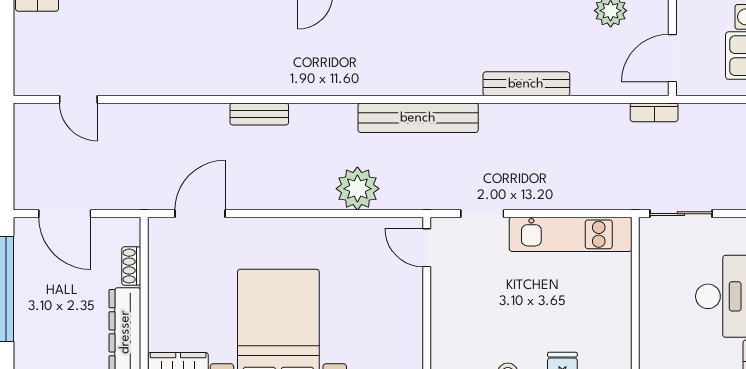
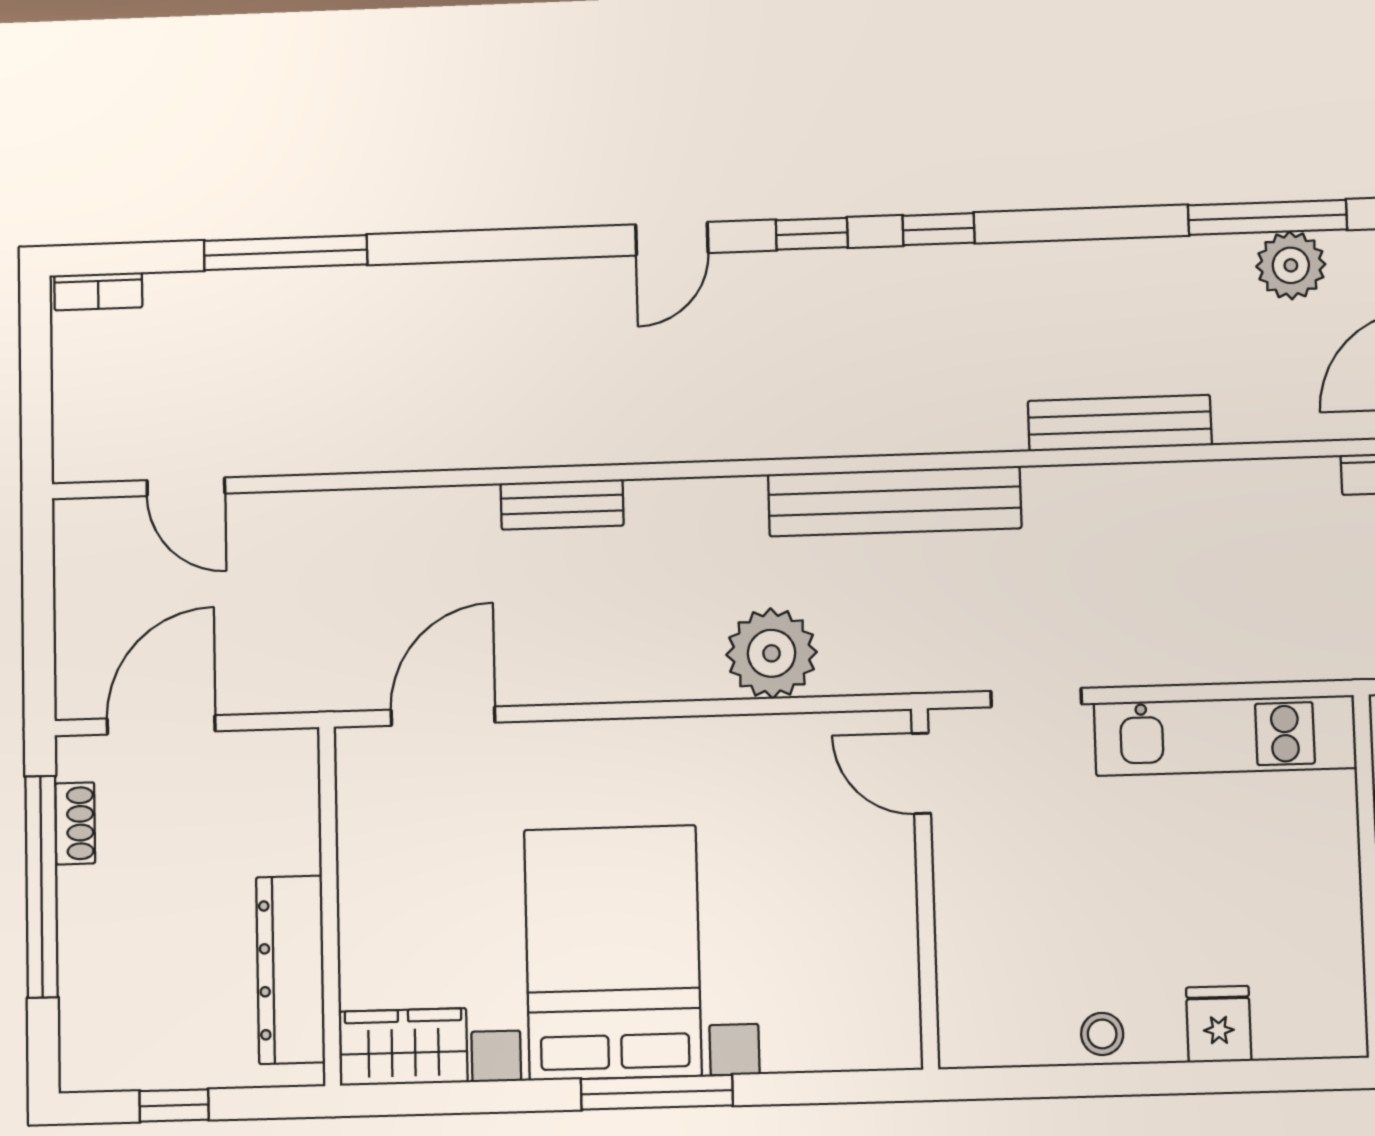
door: (65, 214) -> (161, 725), swing flipped
shoe rack: (131, 266) -> (75, 823), moved, turned 180

